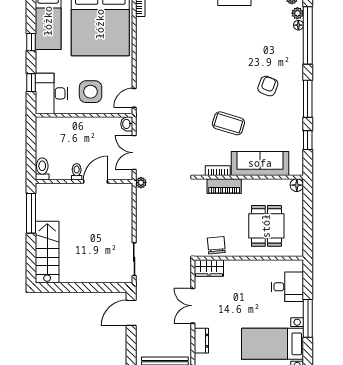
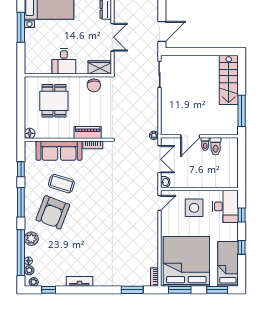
plant: (295, 53) -> (31, 239), added
armchair: (268, 86) -> (53, 212), width x1.88, depth x1.88
coffee table: (228, 123) -> (61, 184), moved
toilet: (42, 169) -> (216, 146), moved
desk: (287, 287) -> (64, 61), moved, turned -90

